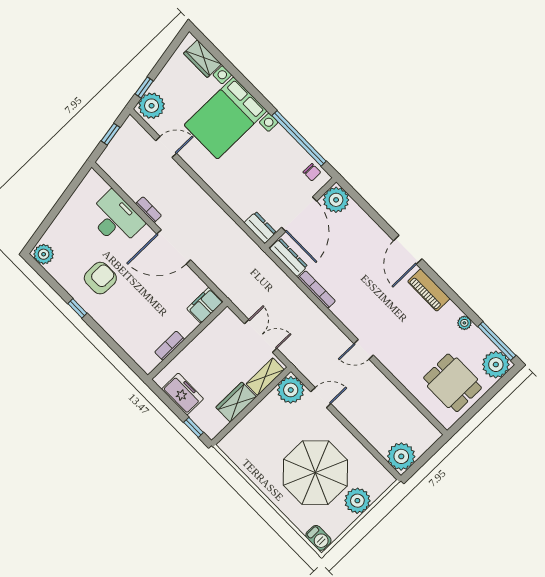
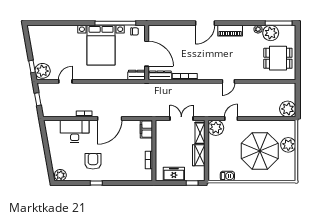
wardrobe: (202, 59) -> (44, 31), removed
bed with nightstands: (226, 118) -> (101, 45), moved
plant: (336, 200) -> (156, 33), removed
door: (408, 250) -> (205, 23), hinge flipped
plant: (496, 365) -> (271, 33), moved
barbecue: (318, 538) -> (227, 176), moved

